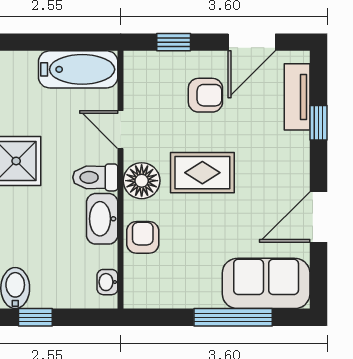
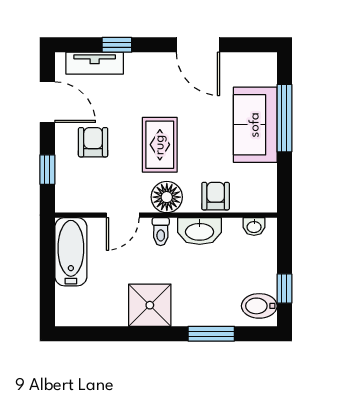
toilet: (95, 177) -> (161, 232), width x0.73, depth x0.72
armchair: (143, 237) -> (216, 196), turned 90
sofa: (266, 283) -> (255, 125), moved

